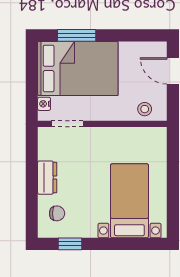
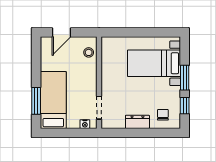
bed: (78, 68) -> (53, 100), width x0.67
window: (109, 244) -> (185, 78), added

